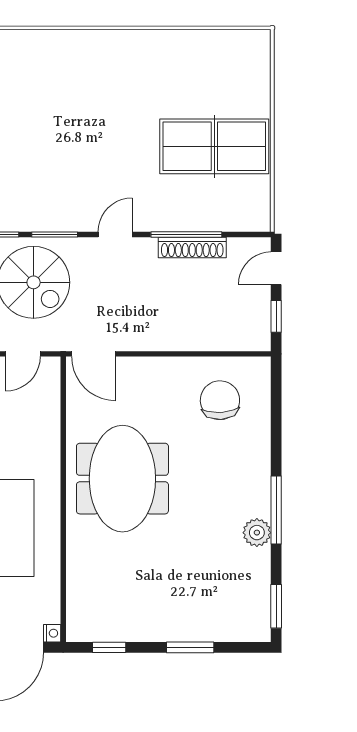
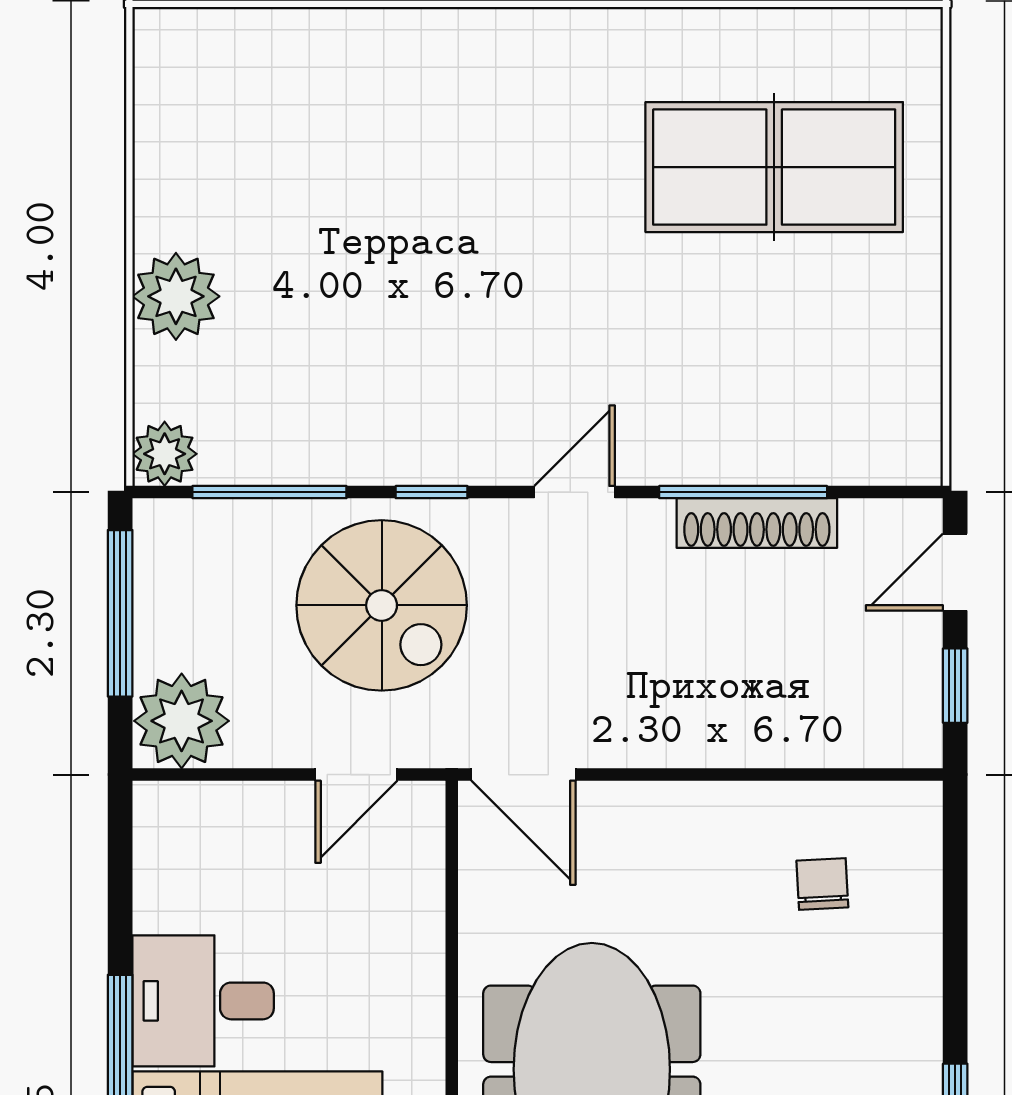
table tennis table: (214, 146) -> (774, 167), moved
window: (55, 234) -> (432, 492), width x0.67
chair: (220, 400) -> (822, 884), width x0.54, depth x0.54

